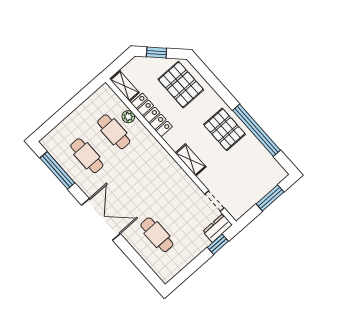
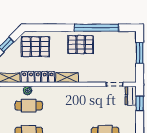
shelving: (191, 160) -> (67, 78), moved

